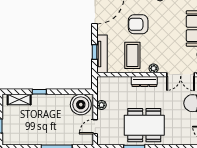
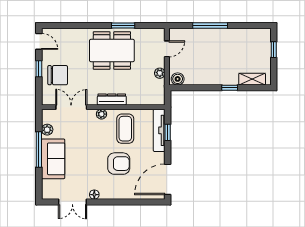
boiler: (81, 105) -> (178, 79), width x0.54, depth x0.54

